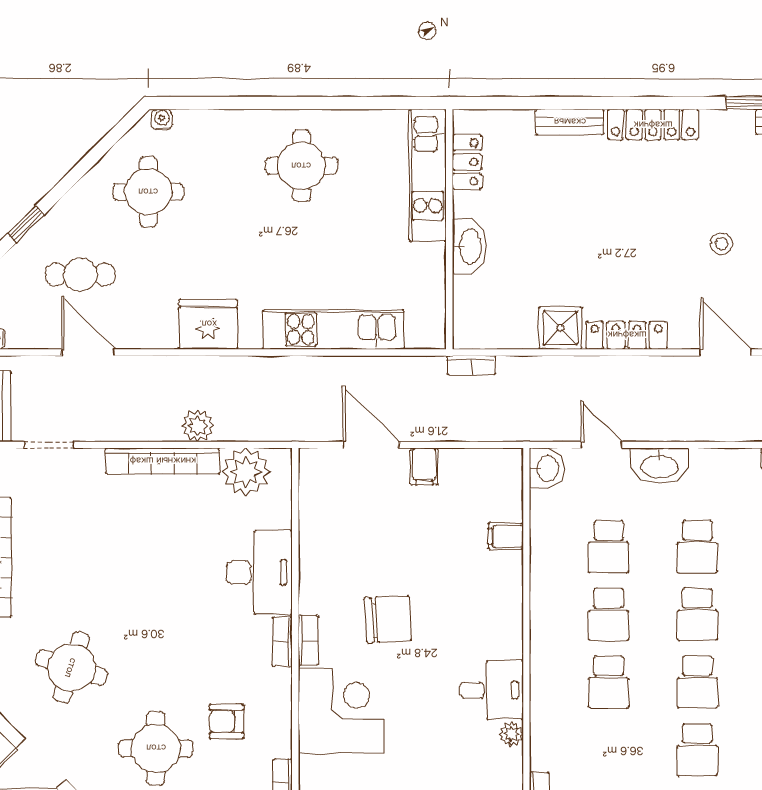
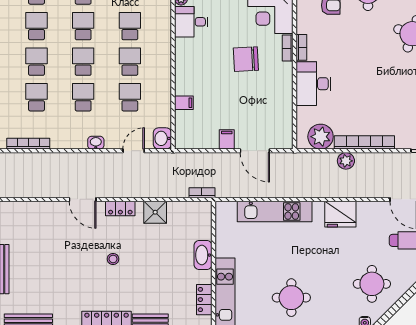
stool: (722, 244) -> (113, 259), moved
locker: (627, 335) -> (120, 208), width x0.66
door: (726, 352) -> (83, 199), moved
door: (601, 445) -> (134, 151), swing flipped
washbasin: (659, 466) -> (96, 143), width x0.52, depth x0.69

